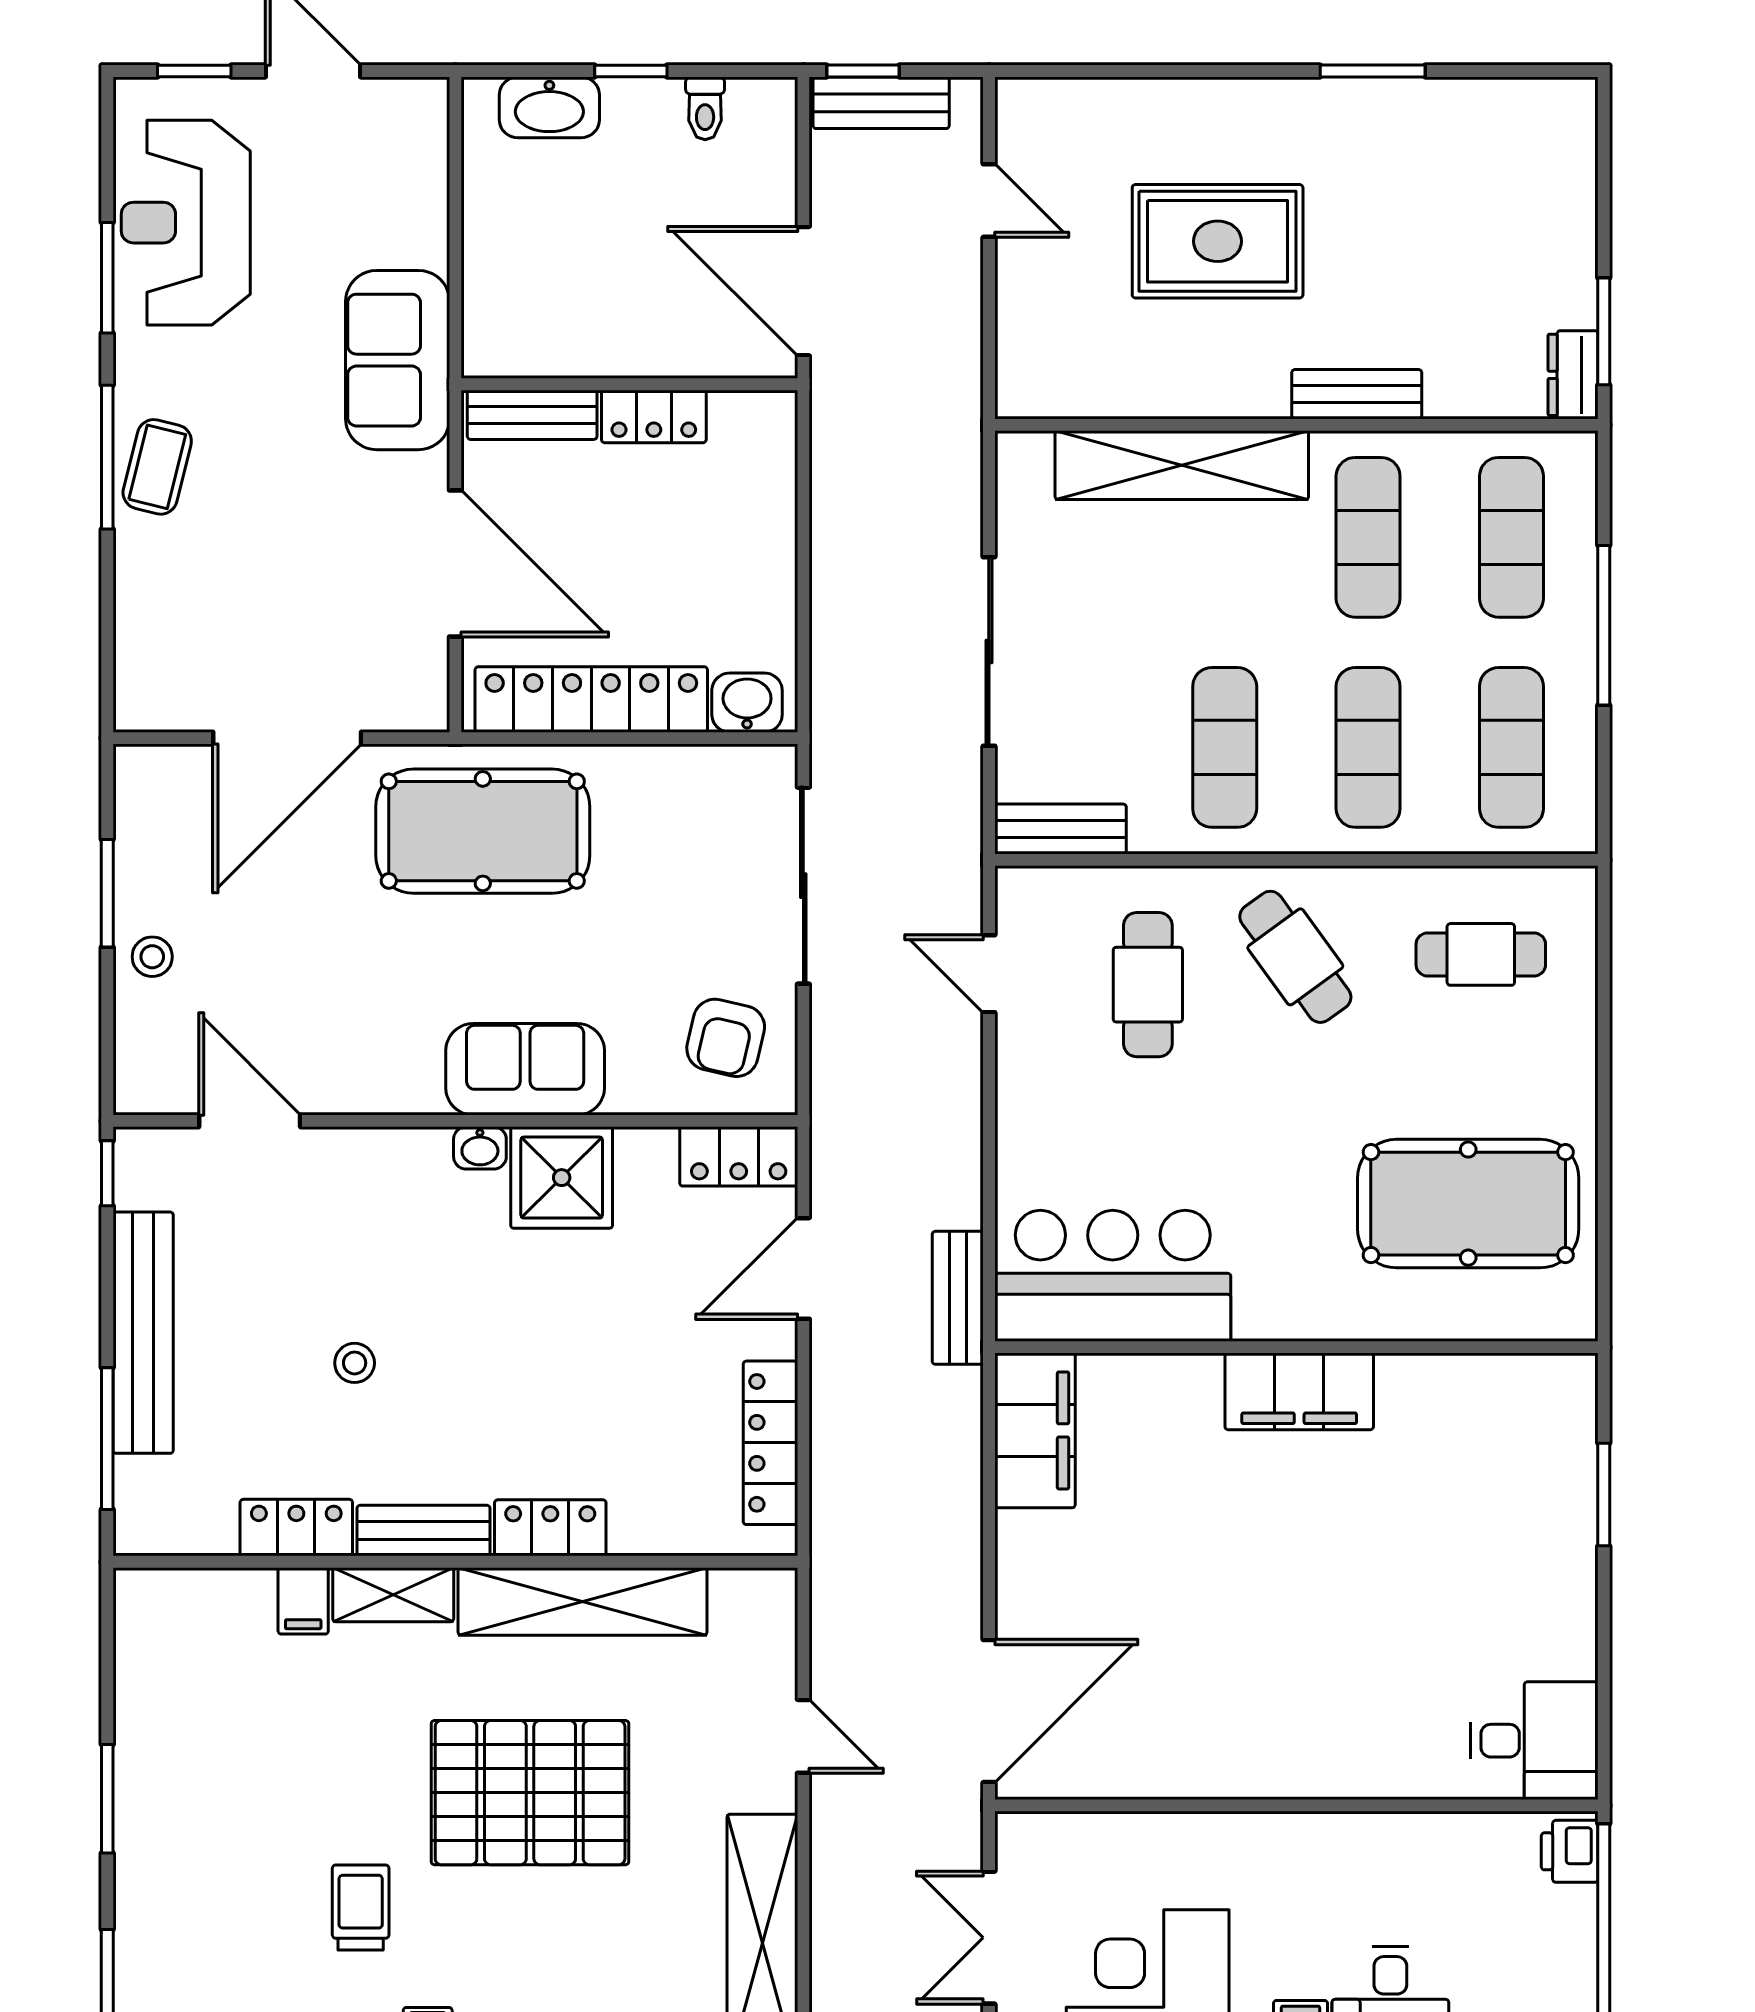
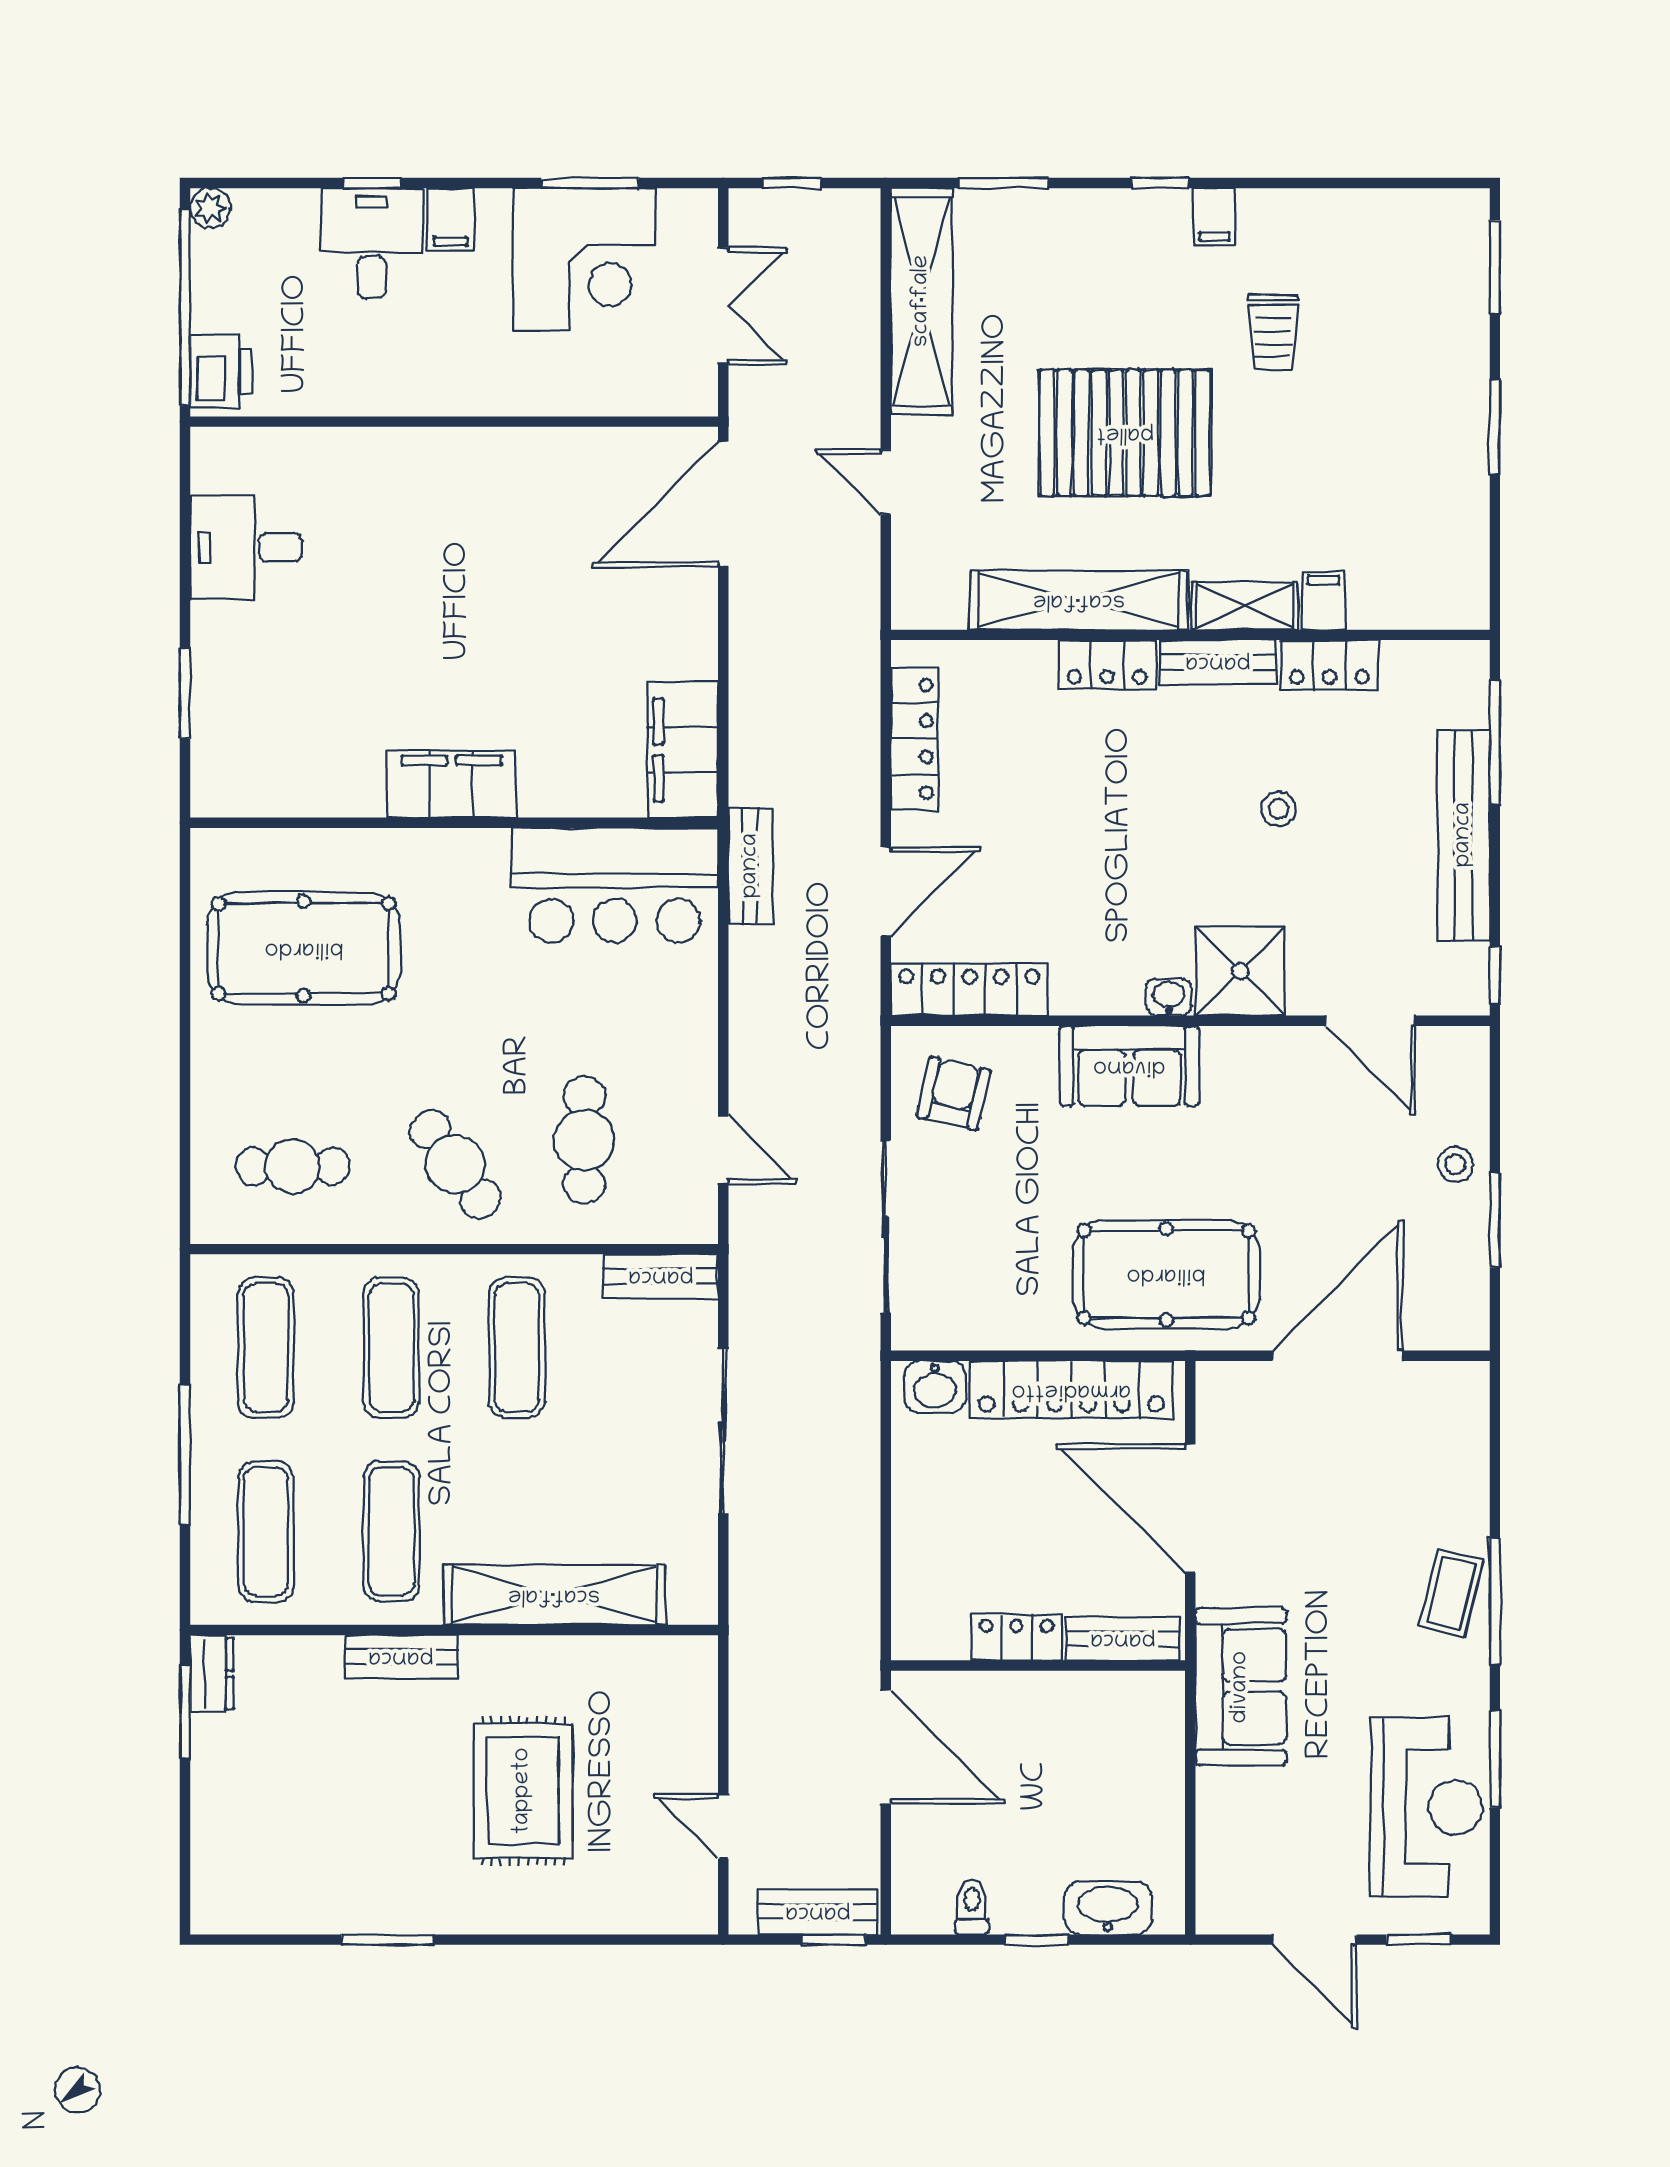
rug: (1218, 241) -> (523, 1791), turned 90
locker: (739, 1156) -> (969, 990), width x1.53
shower: (562, 1178) -> (1240, 971), moved
desk: (1534, 1741) -> (246, 547), moved
printer: (1570, 1851) -> (221, 371), width x1.36, depth x1.24

